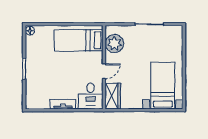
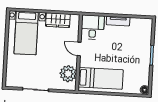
door: (104, 71) -> (79, 49), hinge flipped
wardrobe: (113, 96) -> (58, 20), moved, turned -90

